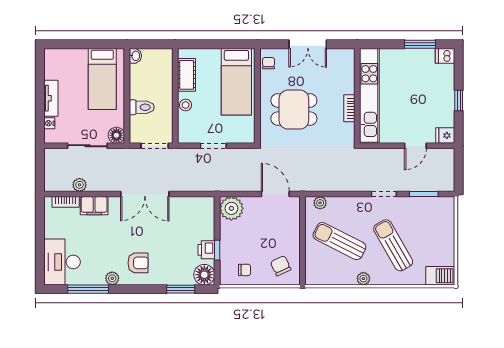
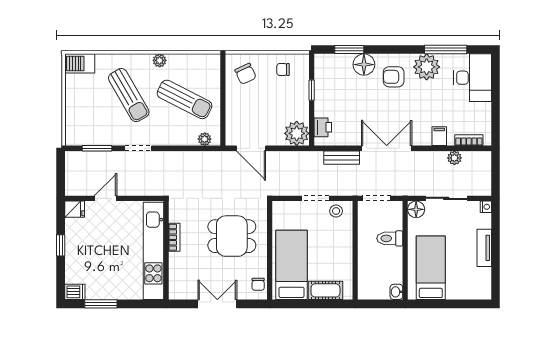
cot: (187, 75) -> (325, 290), moved, turned 90
stool: (186, 105) -> (336, 211), moved
nightstand: (49, 123) -> (486, 207), moved
bench: (188, 185) -> (342, 158), added
filing cabinet: (94, 206) -> (439, 136), width x0.50
printer: (206, 250) -> (323, 127), moved
floor lamp: (204, 275) -> (364, 65), moved
plant: (112, 278) -> (427, 67), width x1.88, depth x1.88

